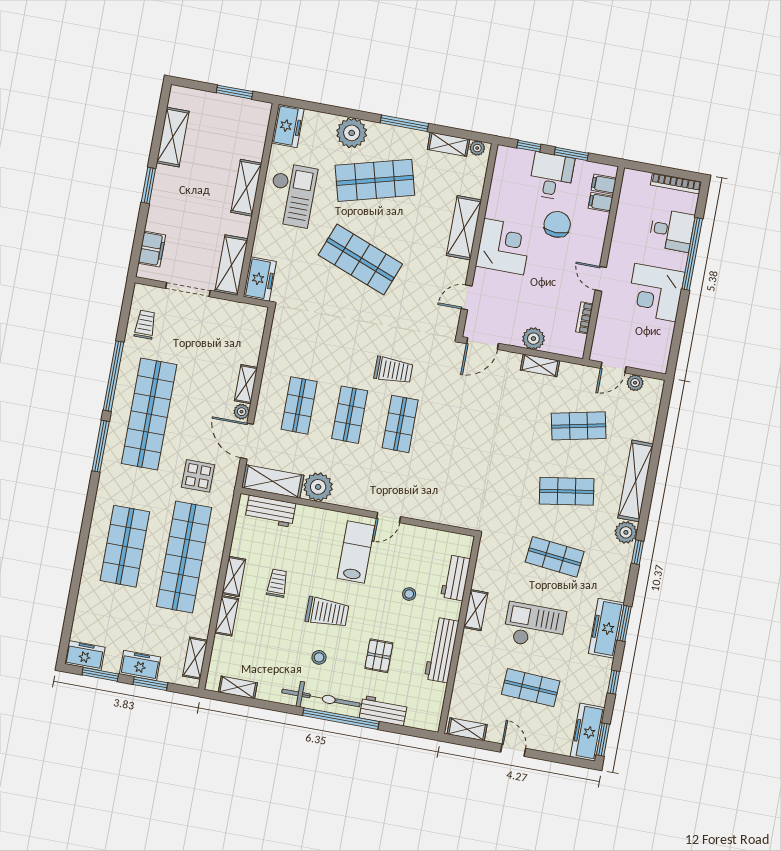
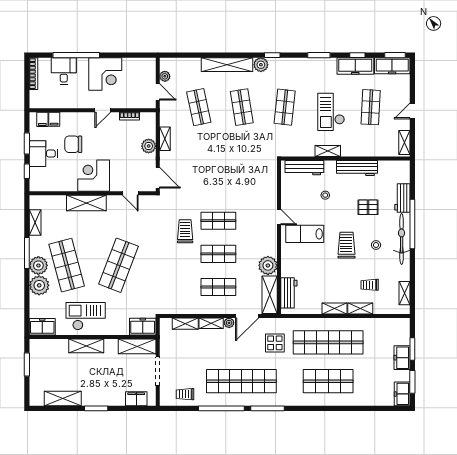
plant: (477, 148) -> (38, 265), moved, width x1.88, depth x1.88
workbench: (455, 578) -> (304, 168), width x1.38
trolley: (277, 583) -> (370, 285), moved
freezer: (606, 628) -> (355, 66), moved
shelving: (195, 658) -> (185, 324), moved

